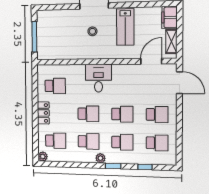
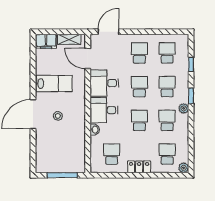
washbasin: (79, 69) -> (95, 130), added
desk: (126, 78) -> (104, 83), added

